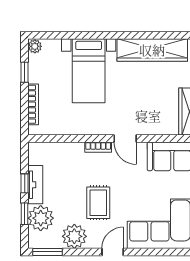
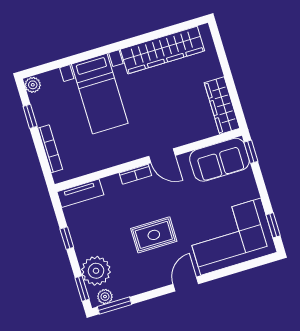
tv unit: (35, 185) -> (80, 193), moved, turned 90
rug: (98, 203) -> (154, 235), turned 90
window: (25, 214) -> (82, 289), moved
plant: (74, 236) -> (105, 297), moved, width x0.53, depth x0.53

